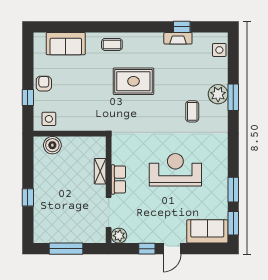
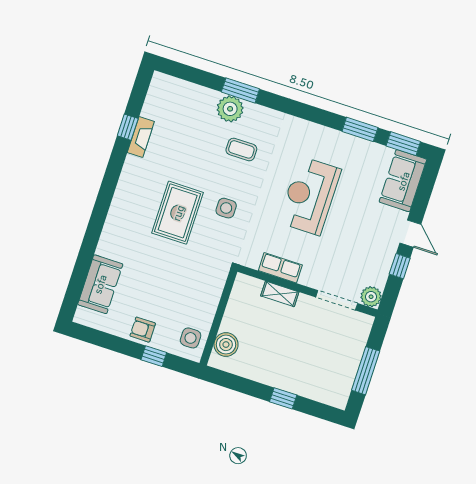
coffee table: (112, 44) -> (121, 225), removed
side table: (219, 50) -> (226, 208), moved
row of seats: (118, 179) -> (280, 268), moved

